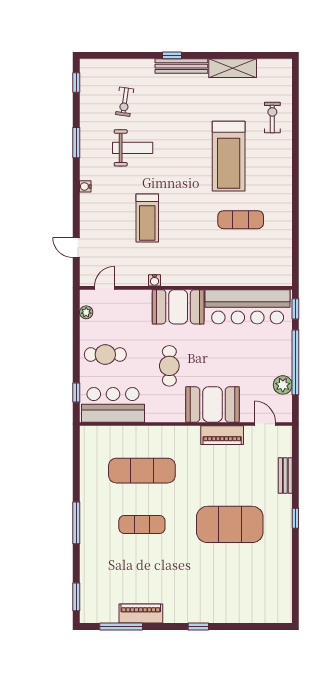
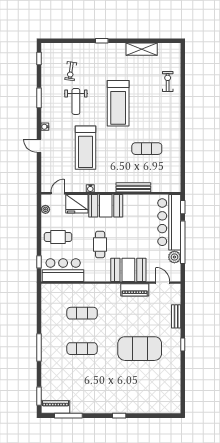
bench: (181, 66) -> (133, 187), moved
weight bench: (133, 148) -> (76, 101), turned 90
treadmill: (229, 156) -> (118, 103), moved
treadmill: (147, 218) -> (86, 148), width x1.37, depth x1.38
door: (76, 248) -> (39, 146), moved
fridge: (134, 304) -> (77, 204), added
bar counter: (248, 307) -> (169, 222), moved, turned 90
exercise mat: (142, 471) -> (82, 313), width x0.73, depth x0.69
piano: (141, 614) -> (55, 407), moved

